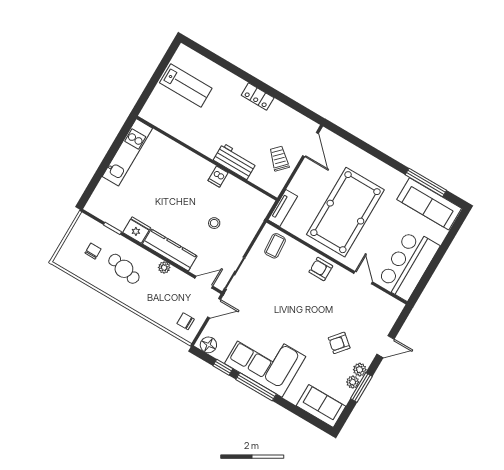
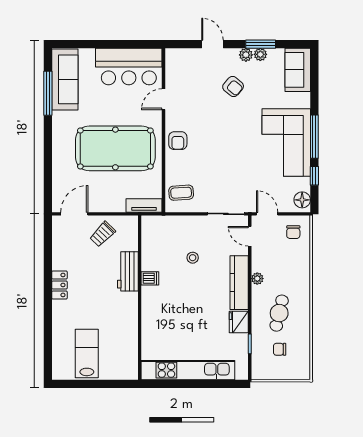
kitchen unit: (127, 152) -> (188, 370), width x1.36

